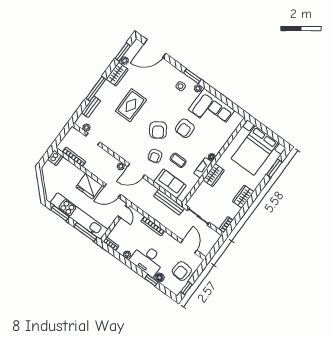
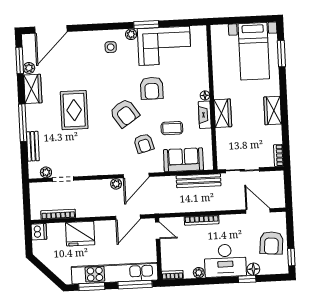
window: (192, 76) -> (146, 25), moved
bed with nightstands: (255, 151) -> (254, 51), width x0.73
fridge: (89, 186) -> (80, 234), moved

